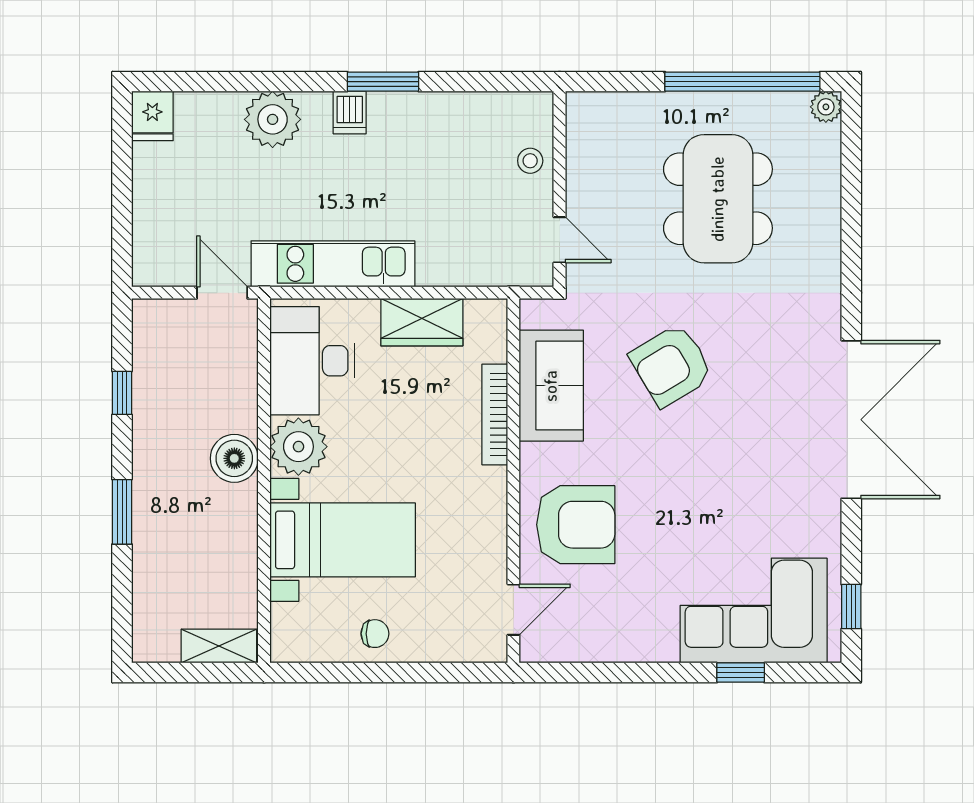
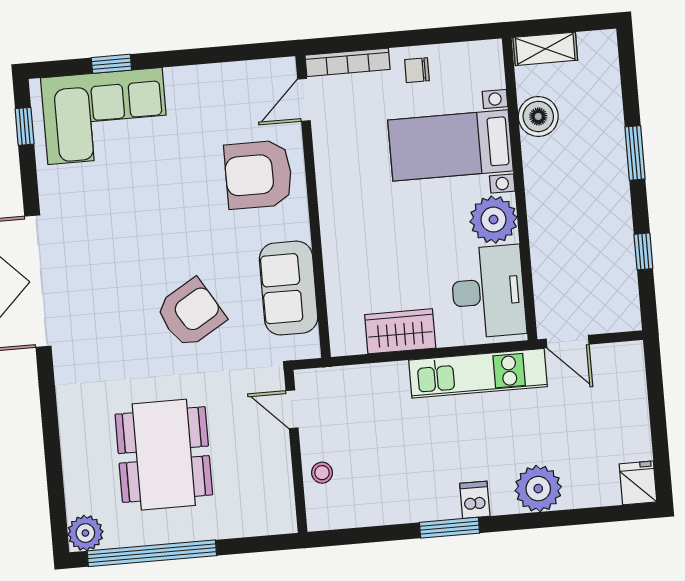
plant: (826, 107) -> (85, 533), width x1.38, depth x1.38
bookcase: (495, 414) -> (348, 62), moved, turned 90
boiler: (234, 458) -> (538, 116), moved

